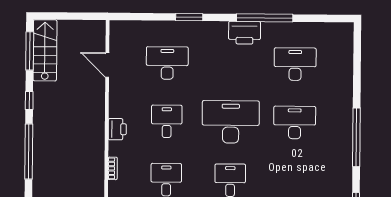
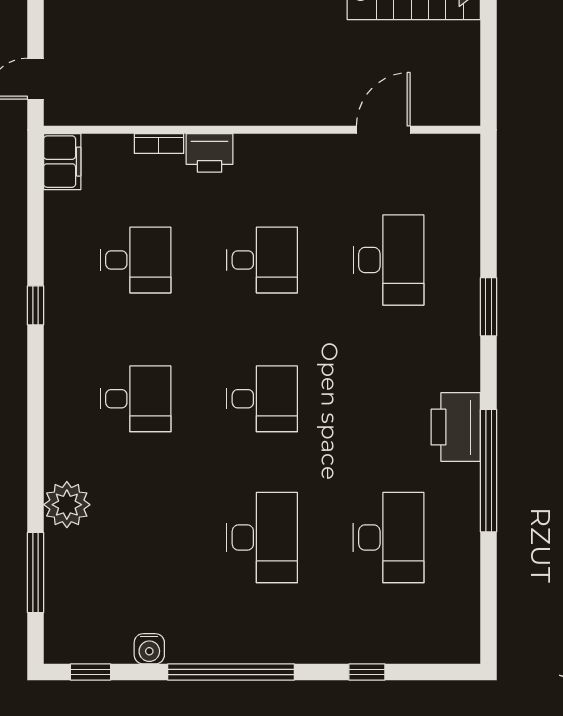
window: (357, 75) -> (367, 672), added
desk: (231, 122) -> (262, 399), width x0.53, depth x0.77
printer: (117, 129) -> (210, 153), moved
water cooler: (345, 175) -> (149, 649), added

